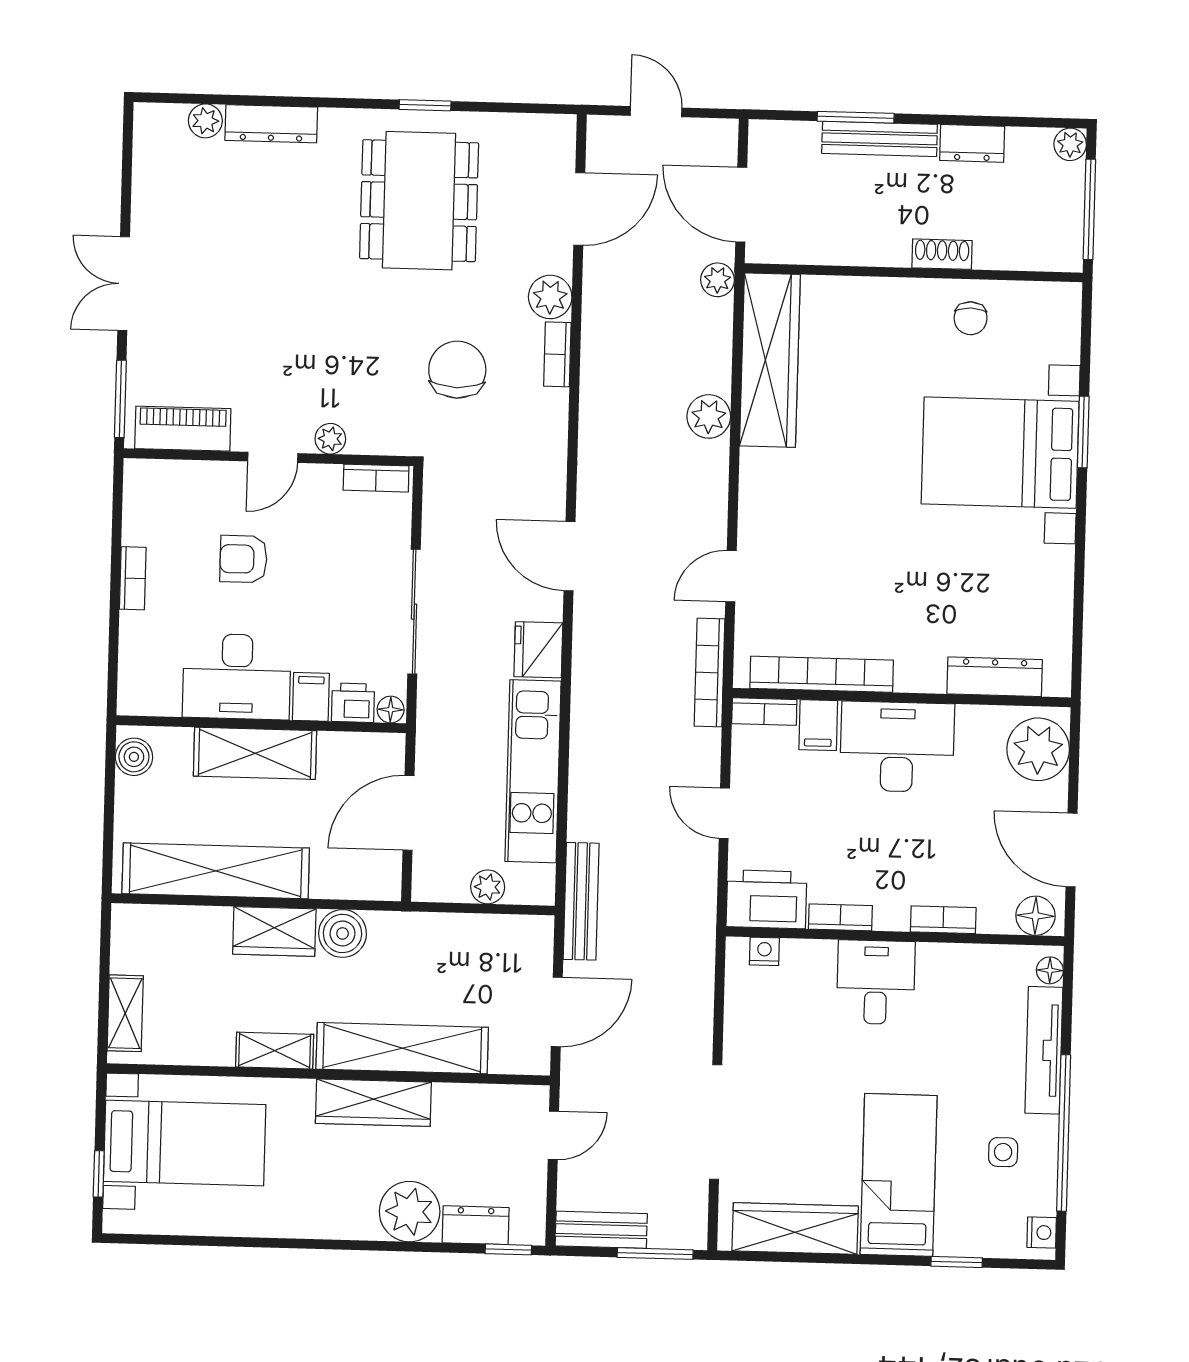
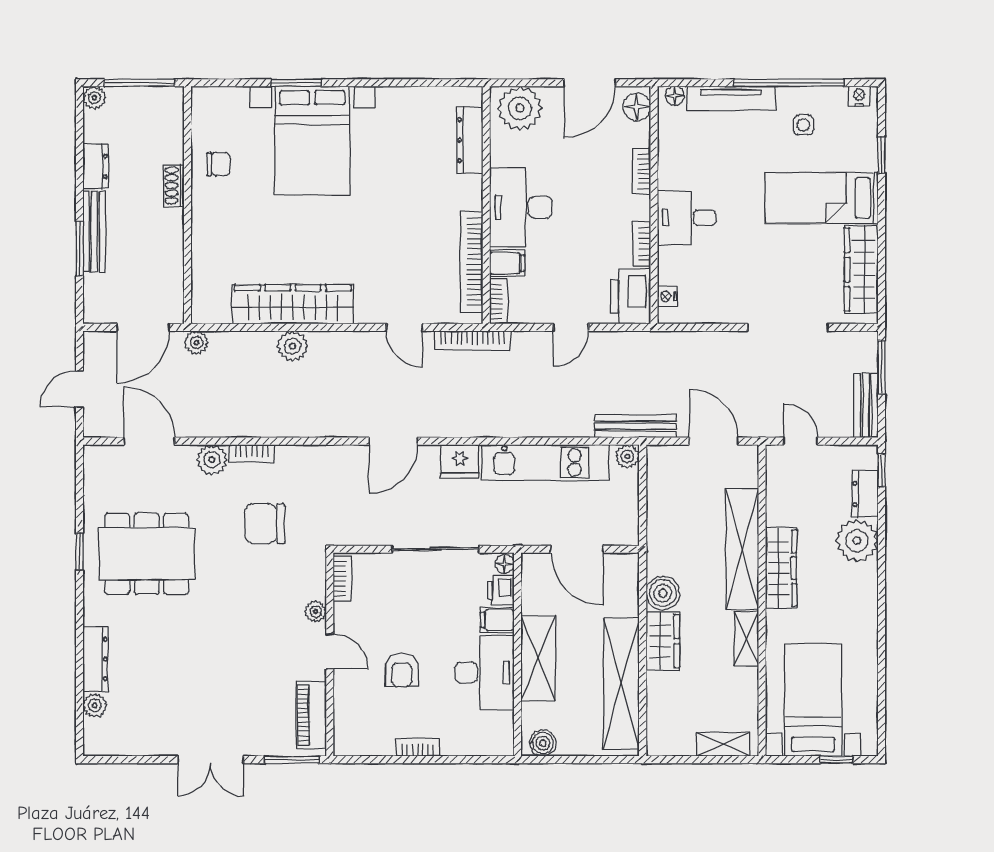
wardrobe: (770, 360) -> (293, 304), moved
plant: (488, 887) -> (627, 456), moved

